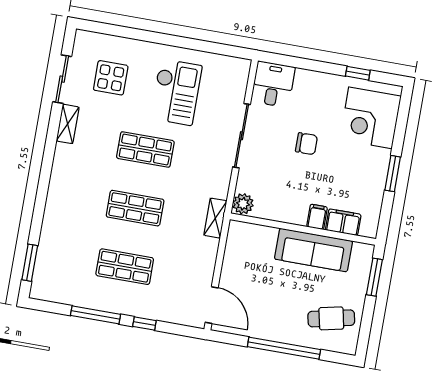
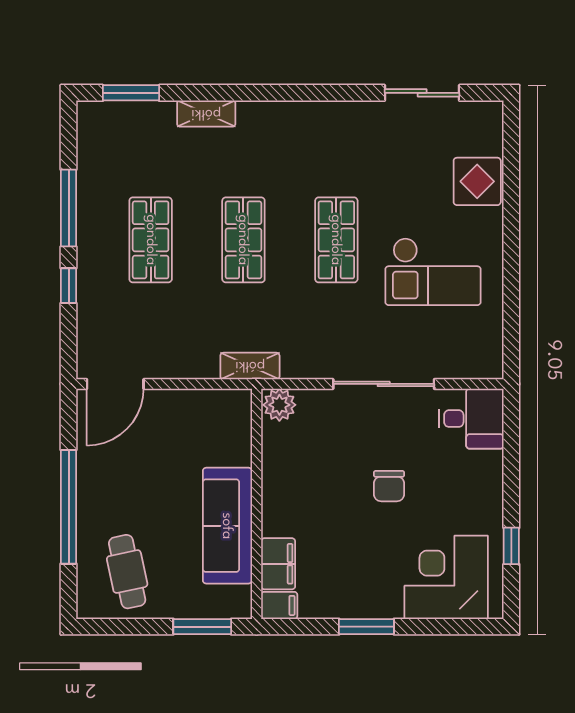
display table: (111, 78) -> (477, 181), moved
shelving: (68, 124) -> (206, 114), moved
filing cabinet: (317, 217) -> (279, 605), moved

